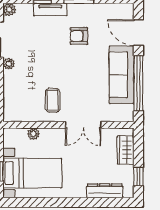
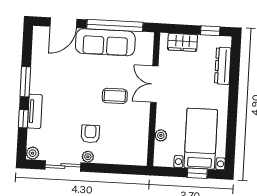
armchair: (79, 36) -> (90, 134), moved, turned 180
coffee table: (53, 100) -> (115, 96), moved
double door: (83, 125) -> (154, 84), swing flipped

